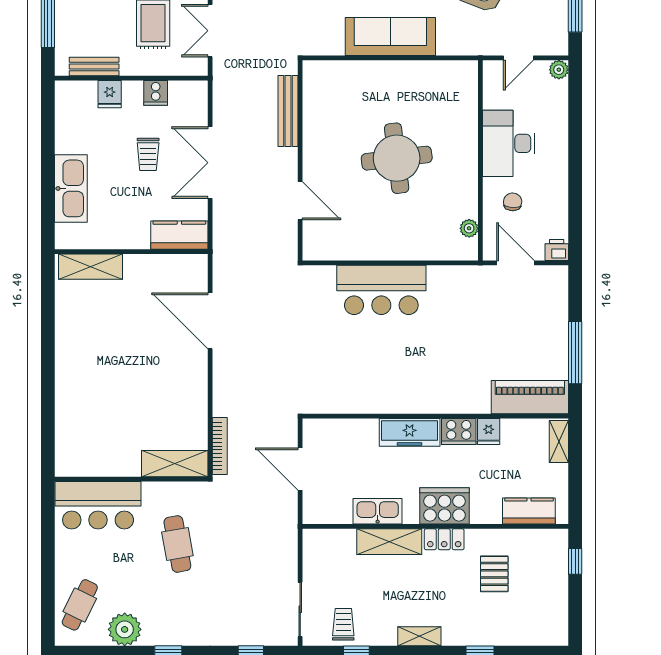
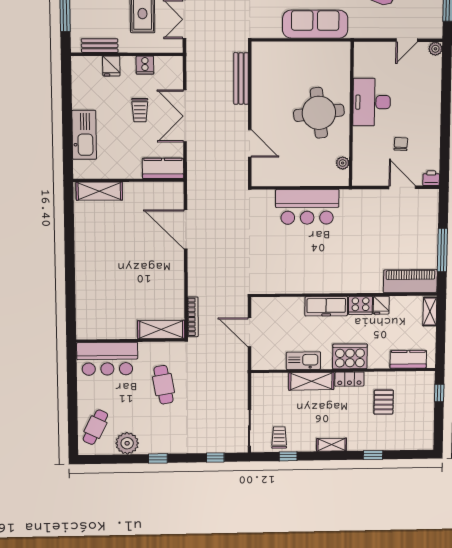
desk: (509, 143) -> (372, 102), moved
wall: (480, 160) -> (351, 114), moved
plant: (469, 228) -> (343, 163), moved

